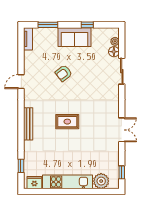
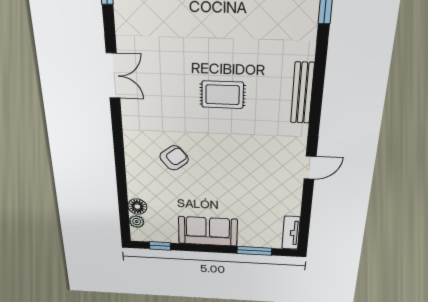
window: (87, 25) -> (160, 246), moved
sliding door: (122, 71) -> (121, 176), removed
armchair: (64, 73) -> (174, 158), moved
double door: (122, 130) -> (113, 76), swing flipped

